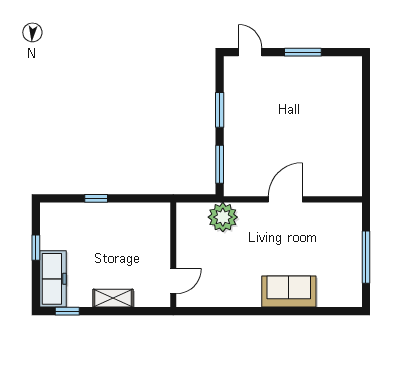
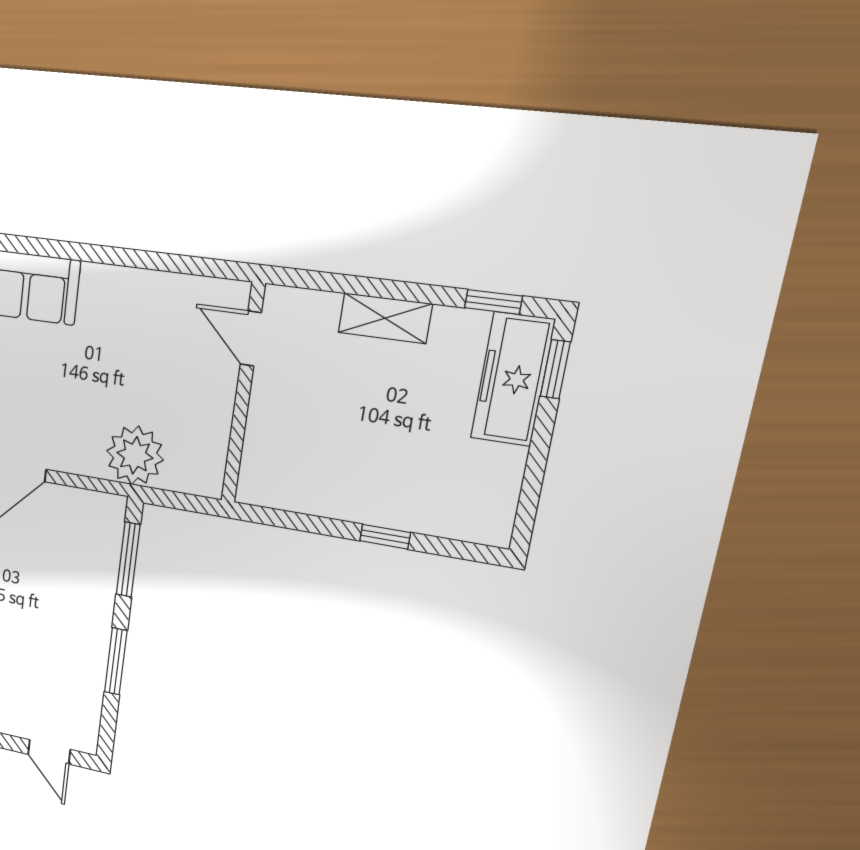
window: (36, 248) -> (555, 369), moved
door: (173, 281) -> (251, 339), hinge flipped

